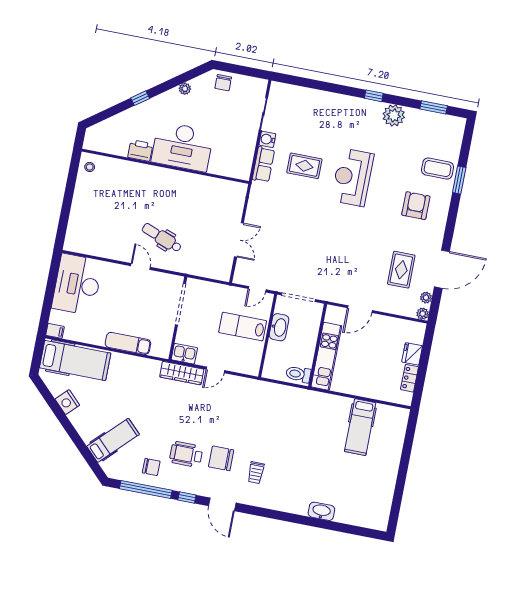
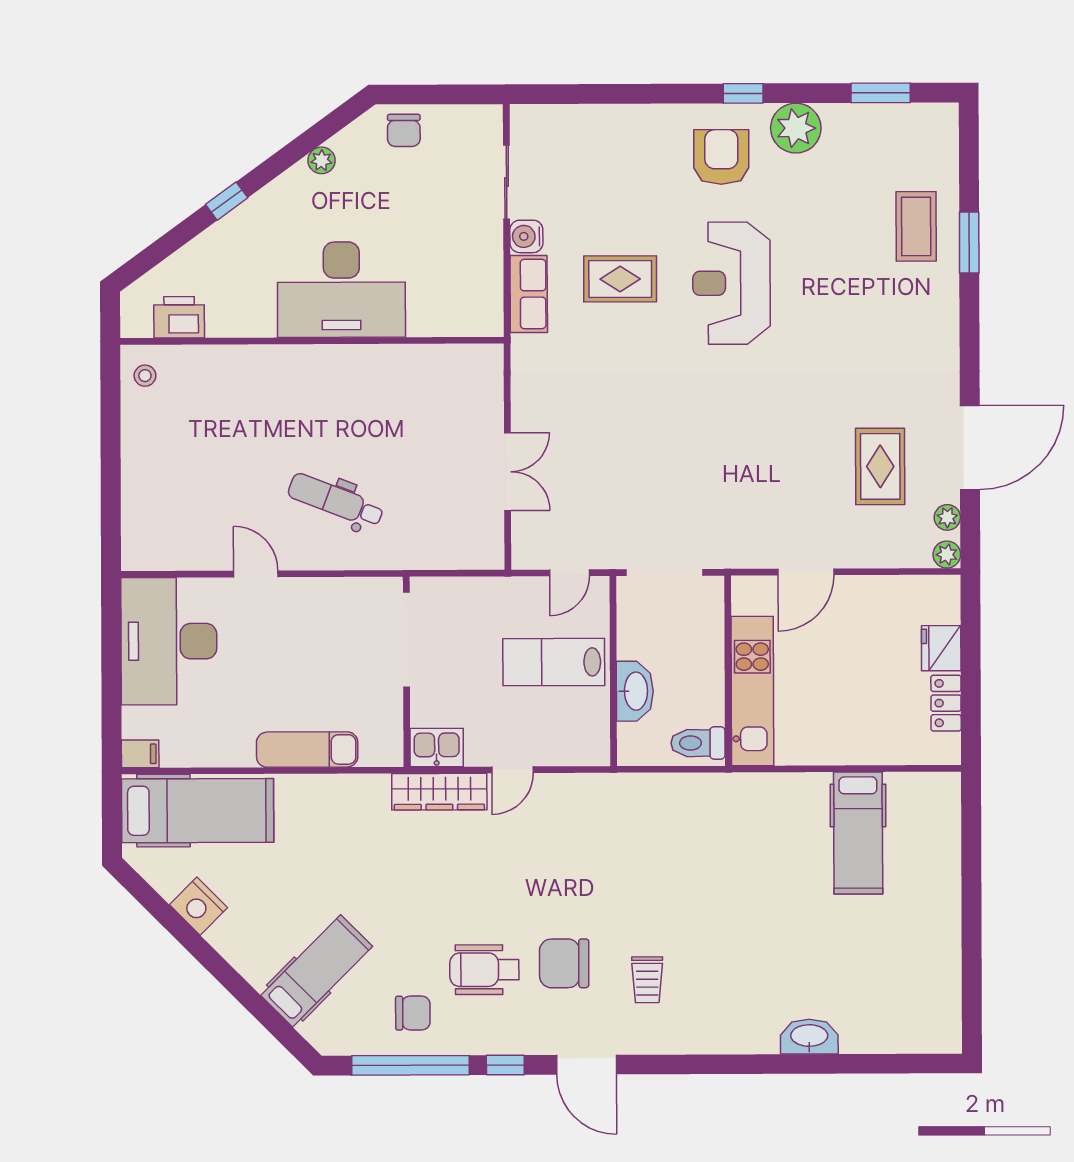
printer: (140, 151) -> (179, 317), moved
coffee table: (438, 169) -> (916, 226), turned 90
armchair: (416, 206) -> (721, 157), moved
door: (141, 267) -> (256, 574), moved
washbasin: (279, 327) -> (635, 691), moved

